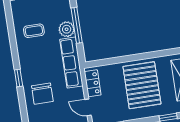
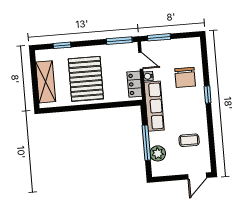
plant: (67, 29) -> (158, 153), moved
water cooler: (79, 92) -> (148, 76), added
chair: (42, 94) -> (185, 77), turned 180

